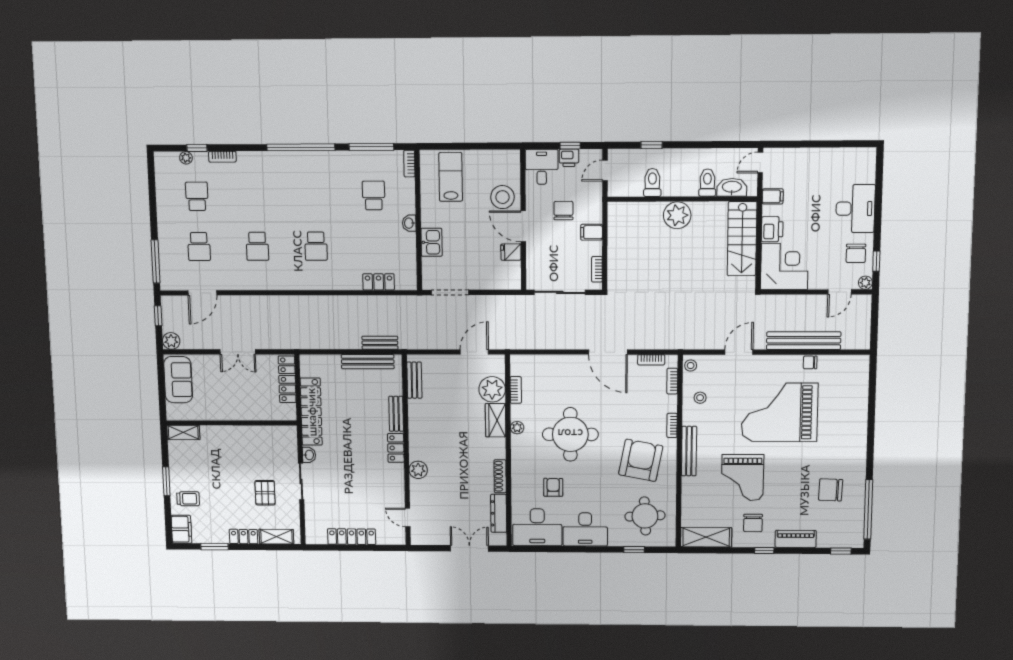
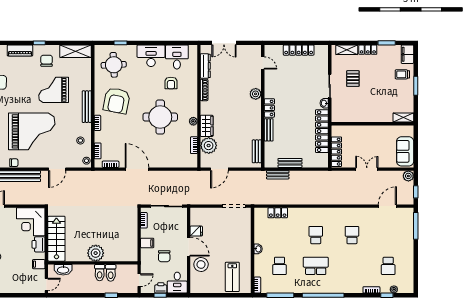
toilet: (707, 183) -> (100, 273), moved
kitchen sink: (432, 242) -> (245, 237), removed
school desk: (199, 246) -> (316, 266), moved, width x1.85
bench: (368, 362) -> (290, 163), width x0.73
grand piano: (743, 478) -> (54, 90), turned -90
desk: (537, 527) -> (177, 57), width x0.73

